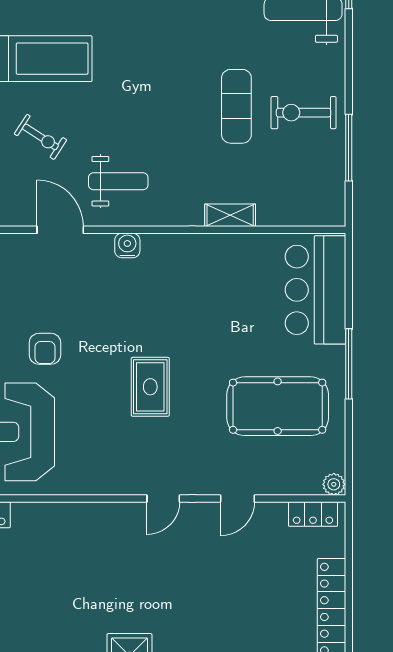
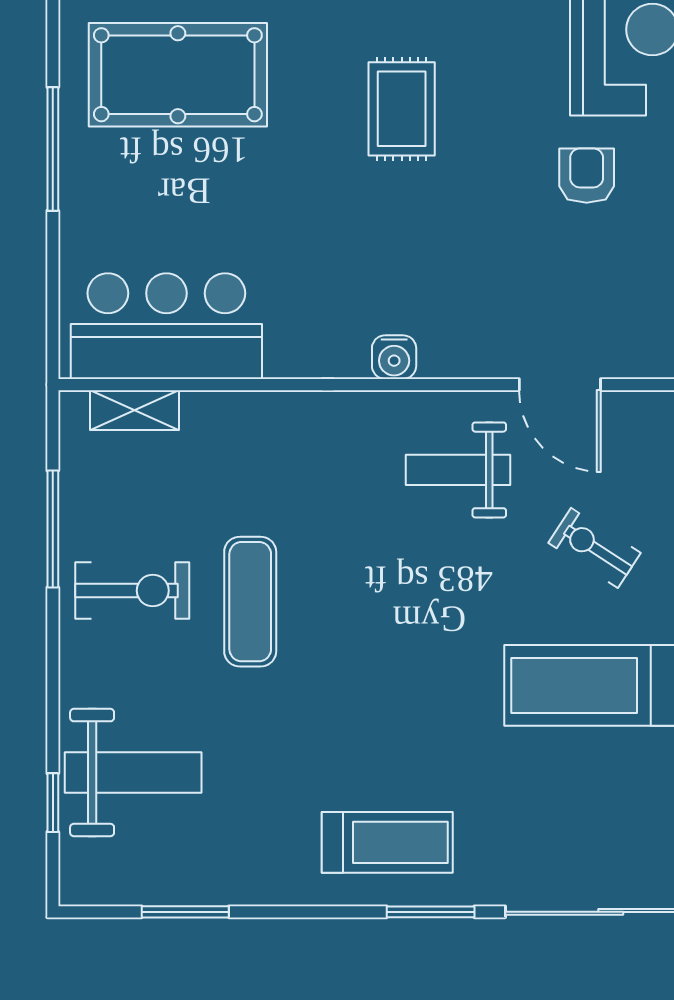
shelving: (230, 215) -> (134, 410), moved
water cooler: (127, 245) -> (394, 357), moved
bar counter: (315, 290) -> (166, 326), moved, turned -90

